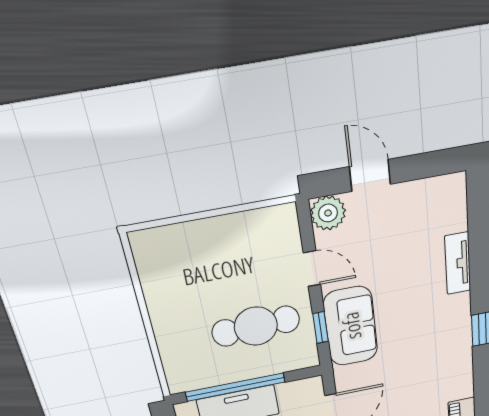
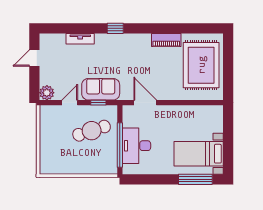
door: (370, 175) -> (34, 58), moved
cafe table: (256, 326) -> (92, 131), turned 74

